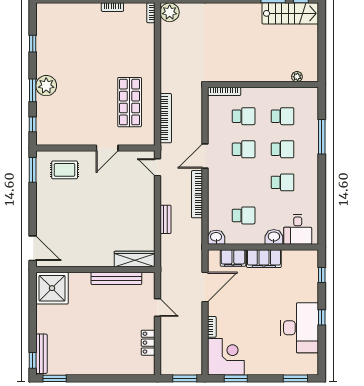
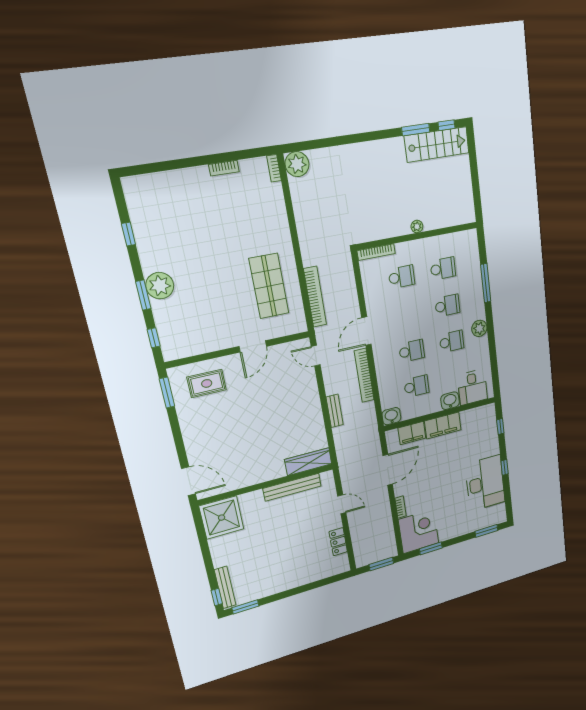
plant: (297, 77) -> (417, 226), moved
school desk: (244, 149) -> (412, 351), moved
plant: (311, 176) -> (479, 328), added

